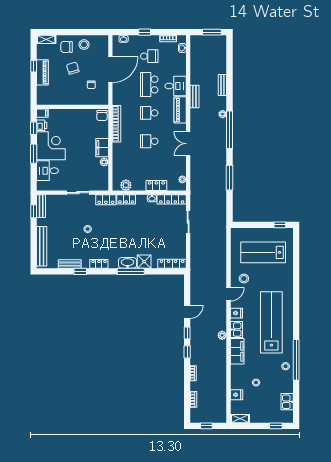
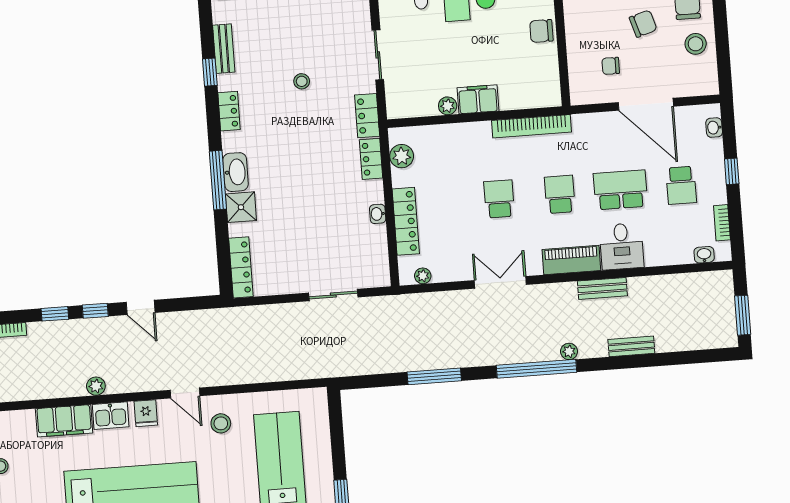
chair: (102, 116) -> (541, 31), moved
locker: (156, 185) -> (406, 221), width x1.53
locker: (172, 199) -> (378, 256), removed

